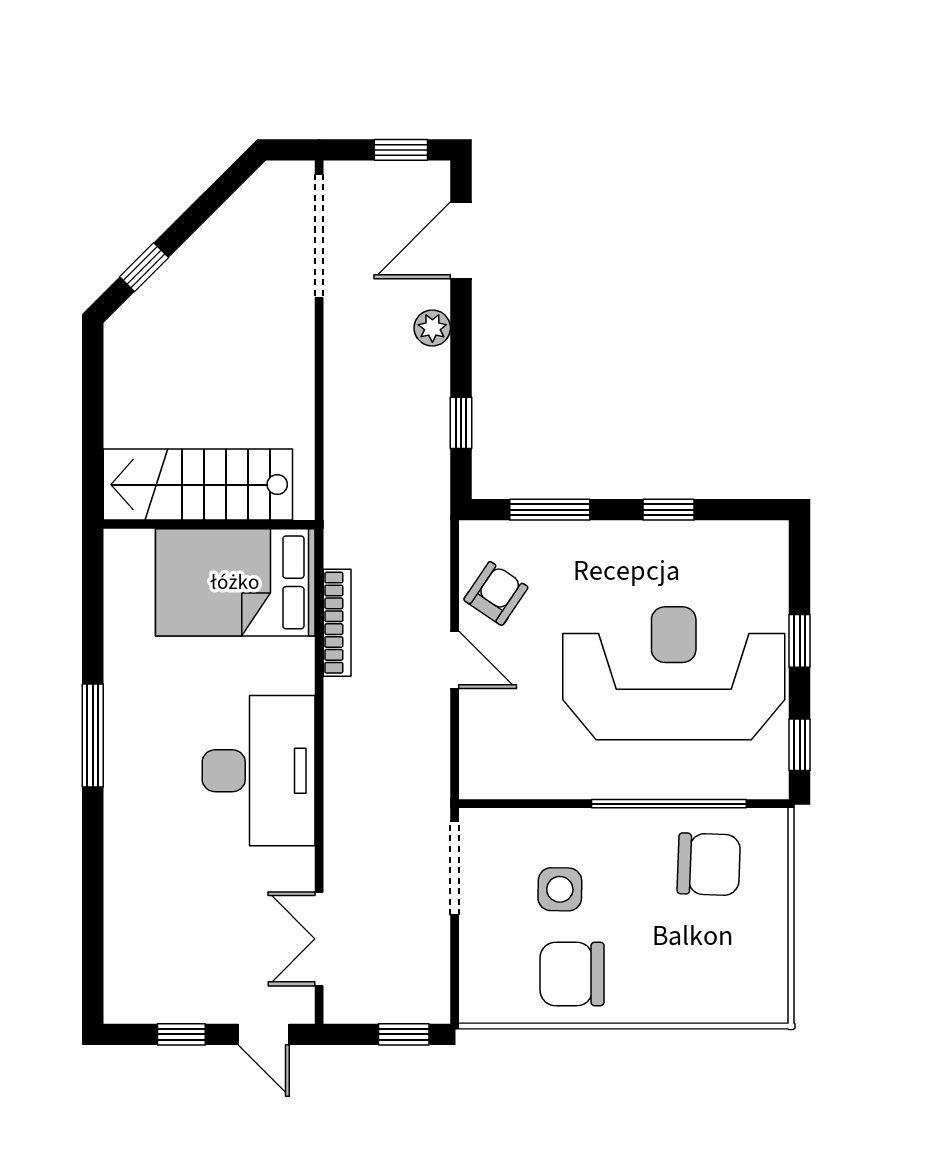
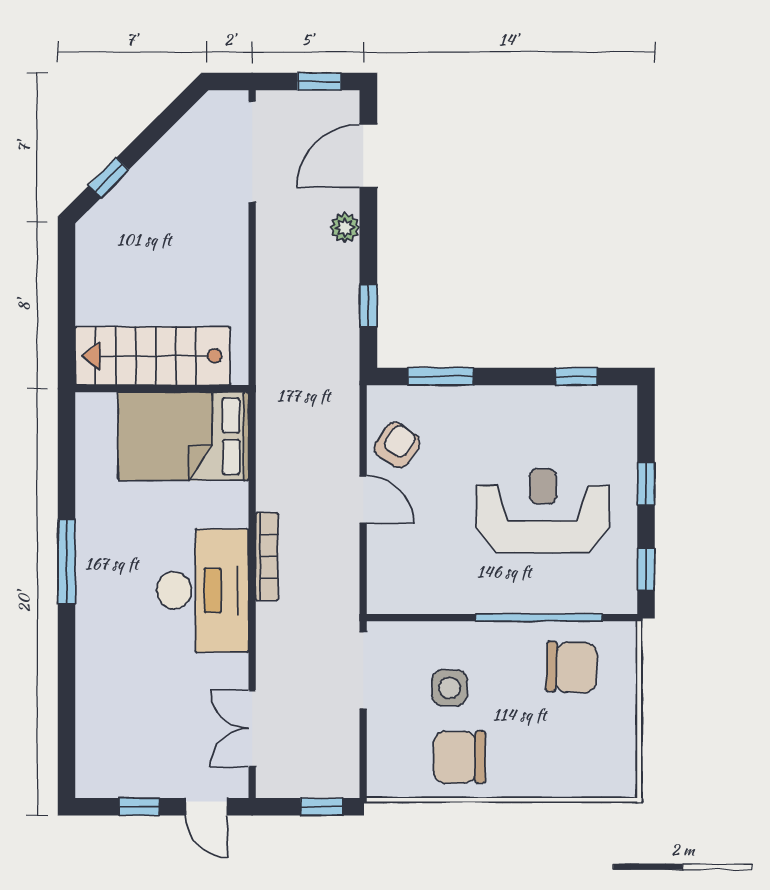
window: (668, 510) -> (576, 376), moved
bookcase: (337, 623) -> (267, 557), moved
reception desk: (674, 673) -> (543, 511), width x0.74, depth x0.77

